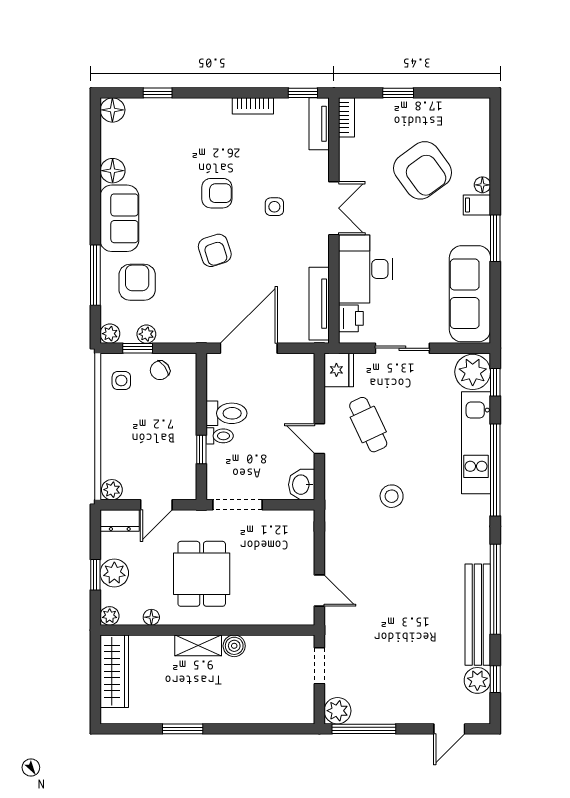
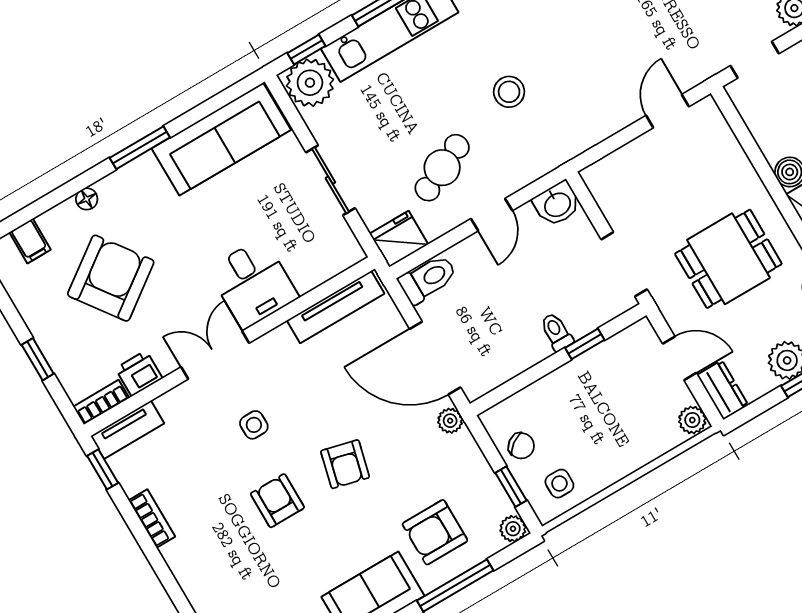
filing cabinet: (477, 205) -> (30, 241), moved
armchair: (215, 250) -> (345, 464), turned 122
desk: (365, 269) -> (253, 283), width x0.73
printer: (351, 318) -> (139, 373), moved
plant: (146, 334) -> (450, 421), moved
toilet: (226, 413) -> (428, 279), moved, turned 90

